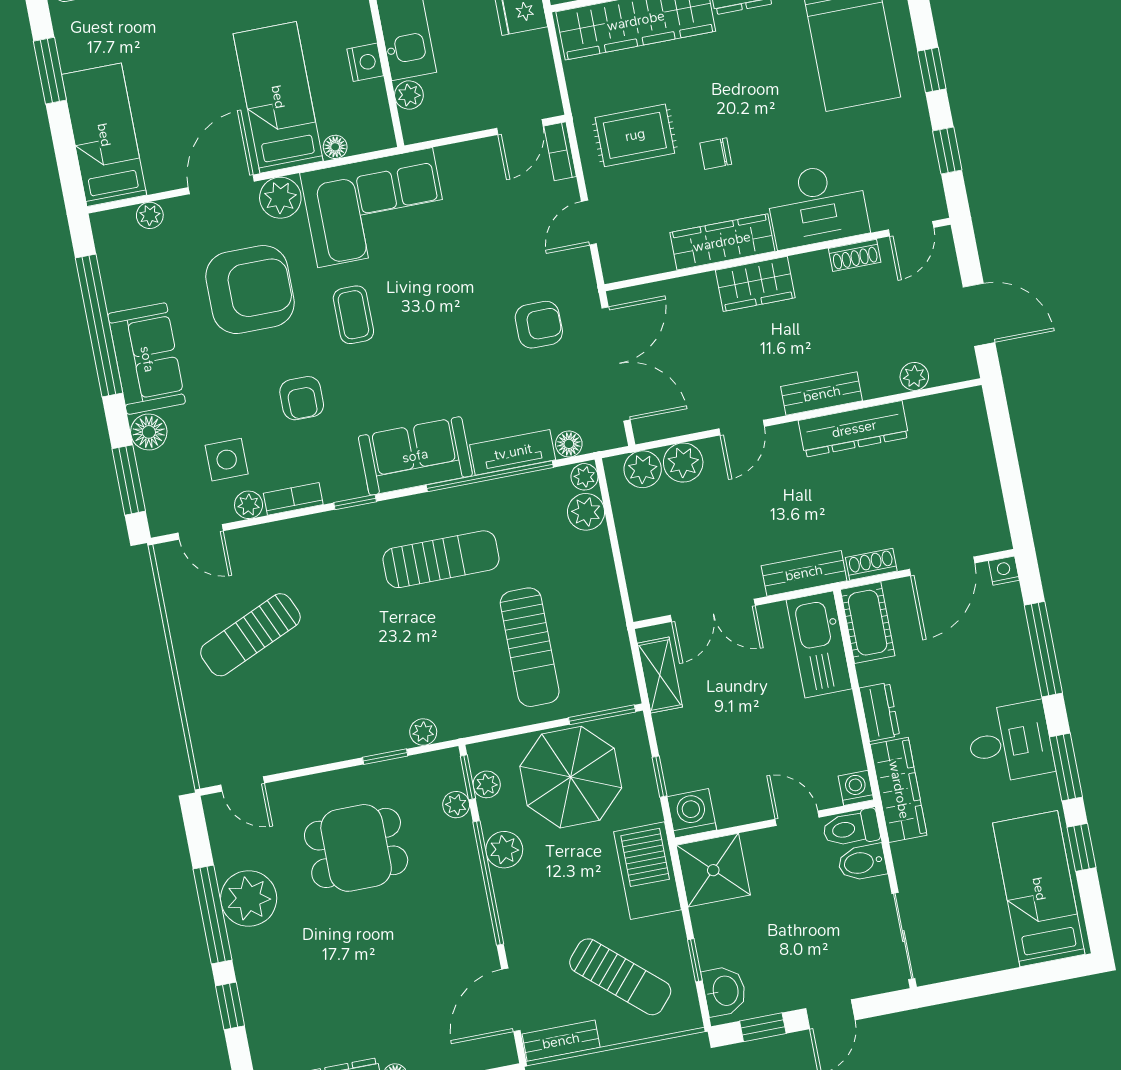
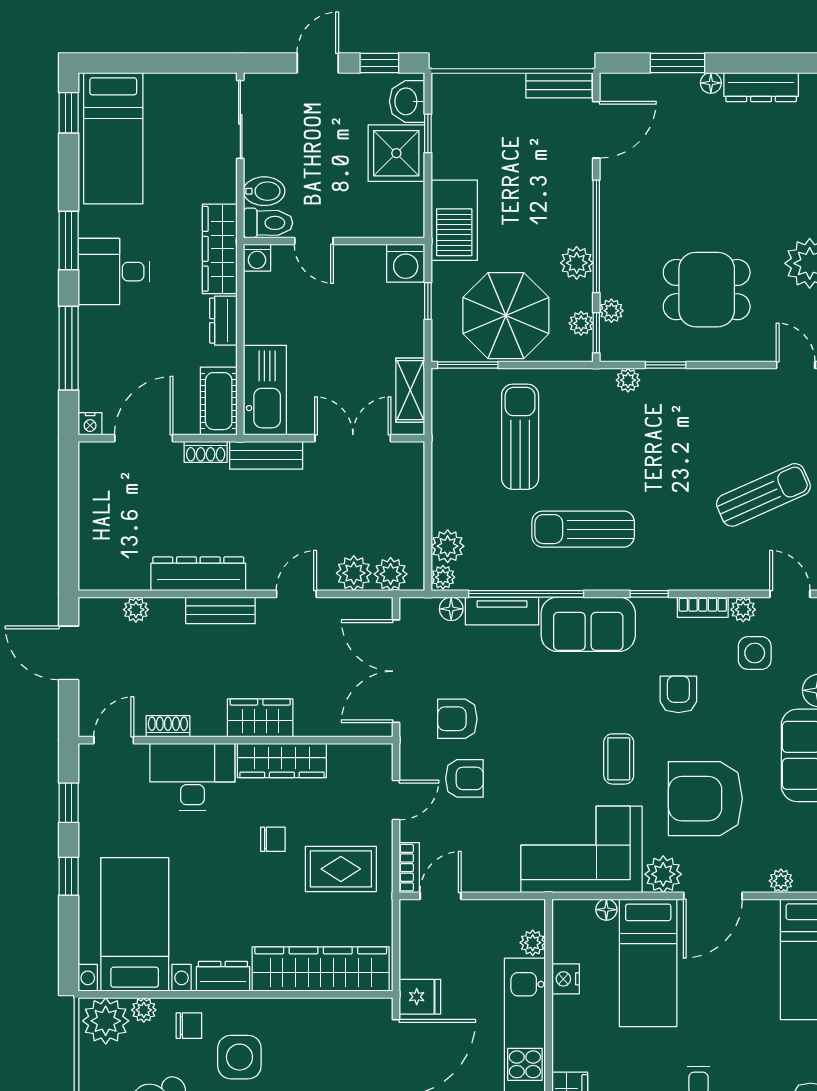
armchair: (518, 261) -> (464, 778), added
window: (1082, 847) -> (69, 113), moved
shower: (713, 870) -> (396, 153), moved
sun lounger: (620, 977) -> (496, 132), removed

